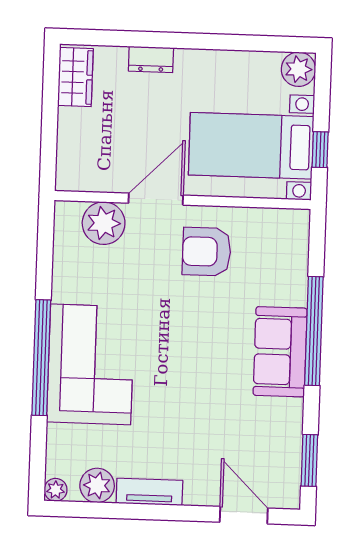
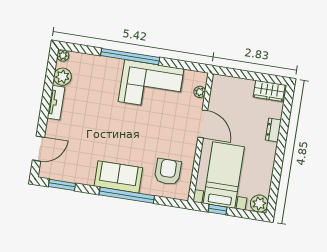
plant: (104, 223) -> (200, 92), width x0.53, depth x0.53
armchair: (207, 252) -> (168, 172), moved
corner sofa: (91, 364) -> (151, 85), moved

